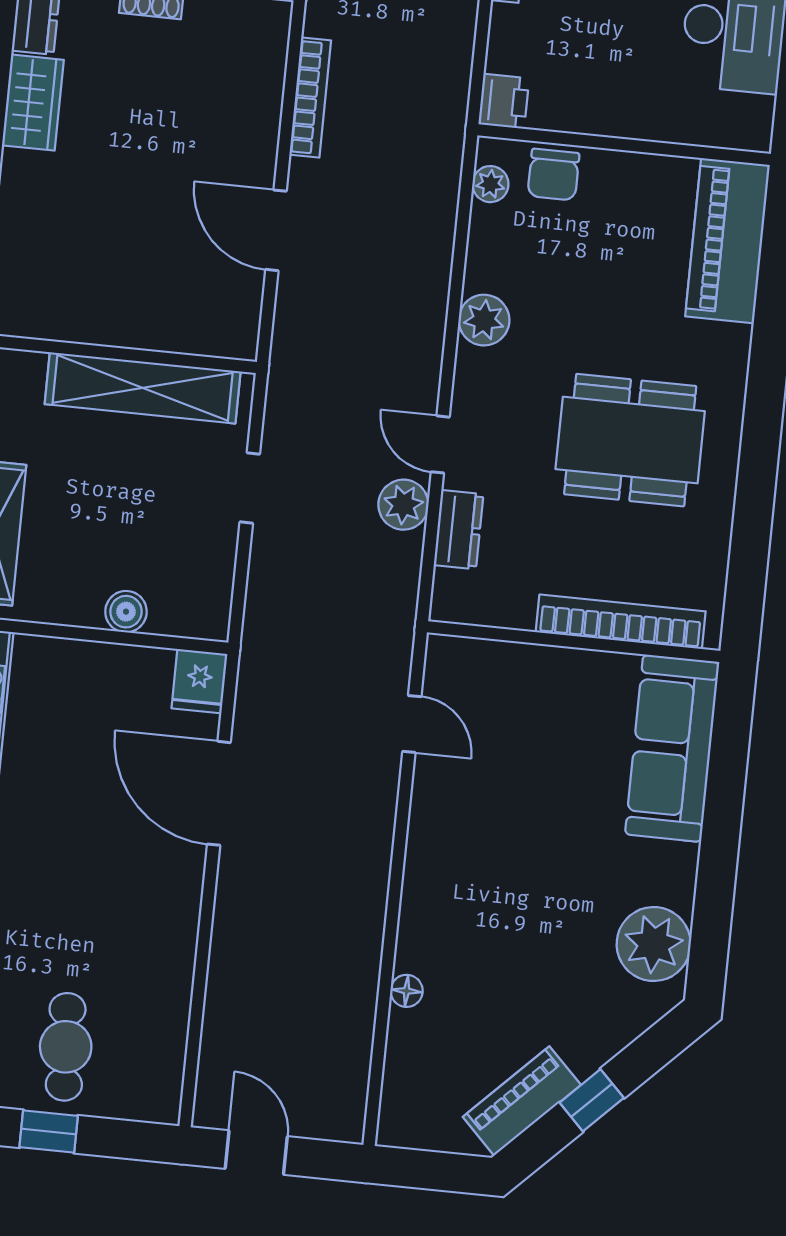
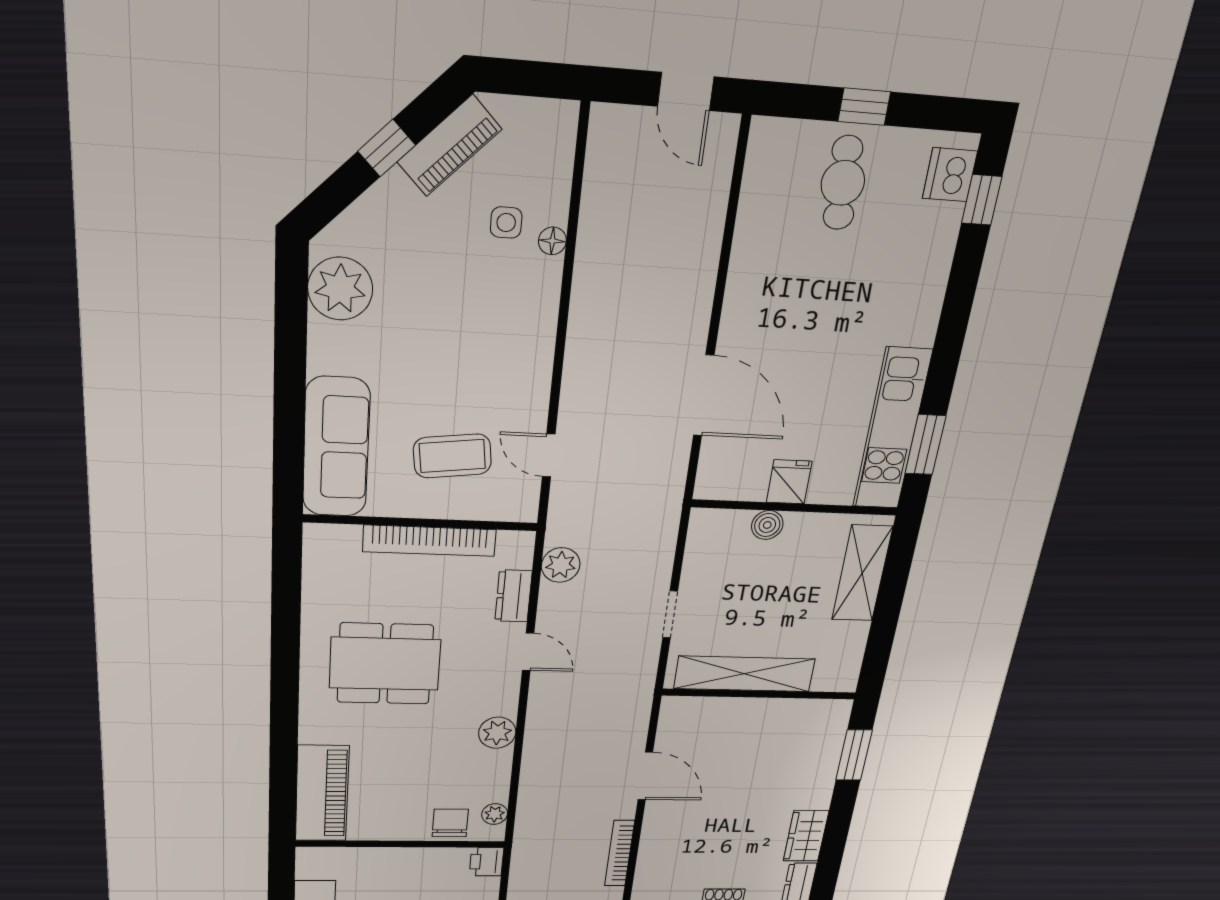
plant: (403, 505) -> (561, 565), moved
bookcase: (621, 622) -> (430, 541), moved
fridge: (199, 681) -> (789, 482), moved
coffee table: (531, 730) -> (452, 456), added
side table: (460, 1014) -> (506, 222), added

